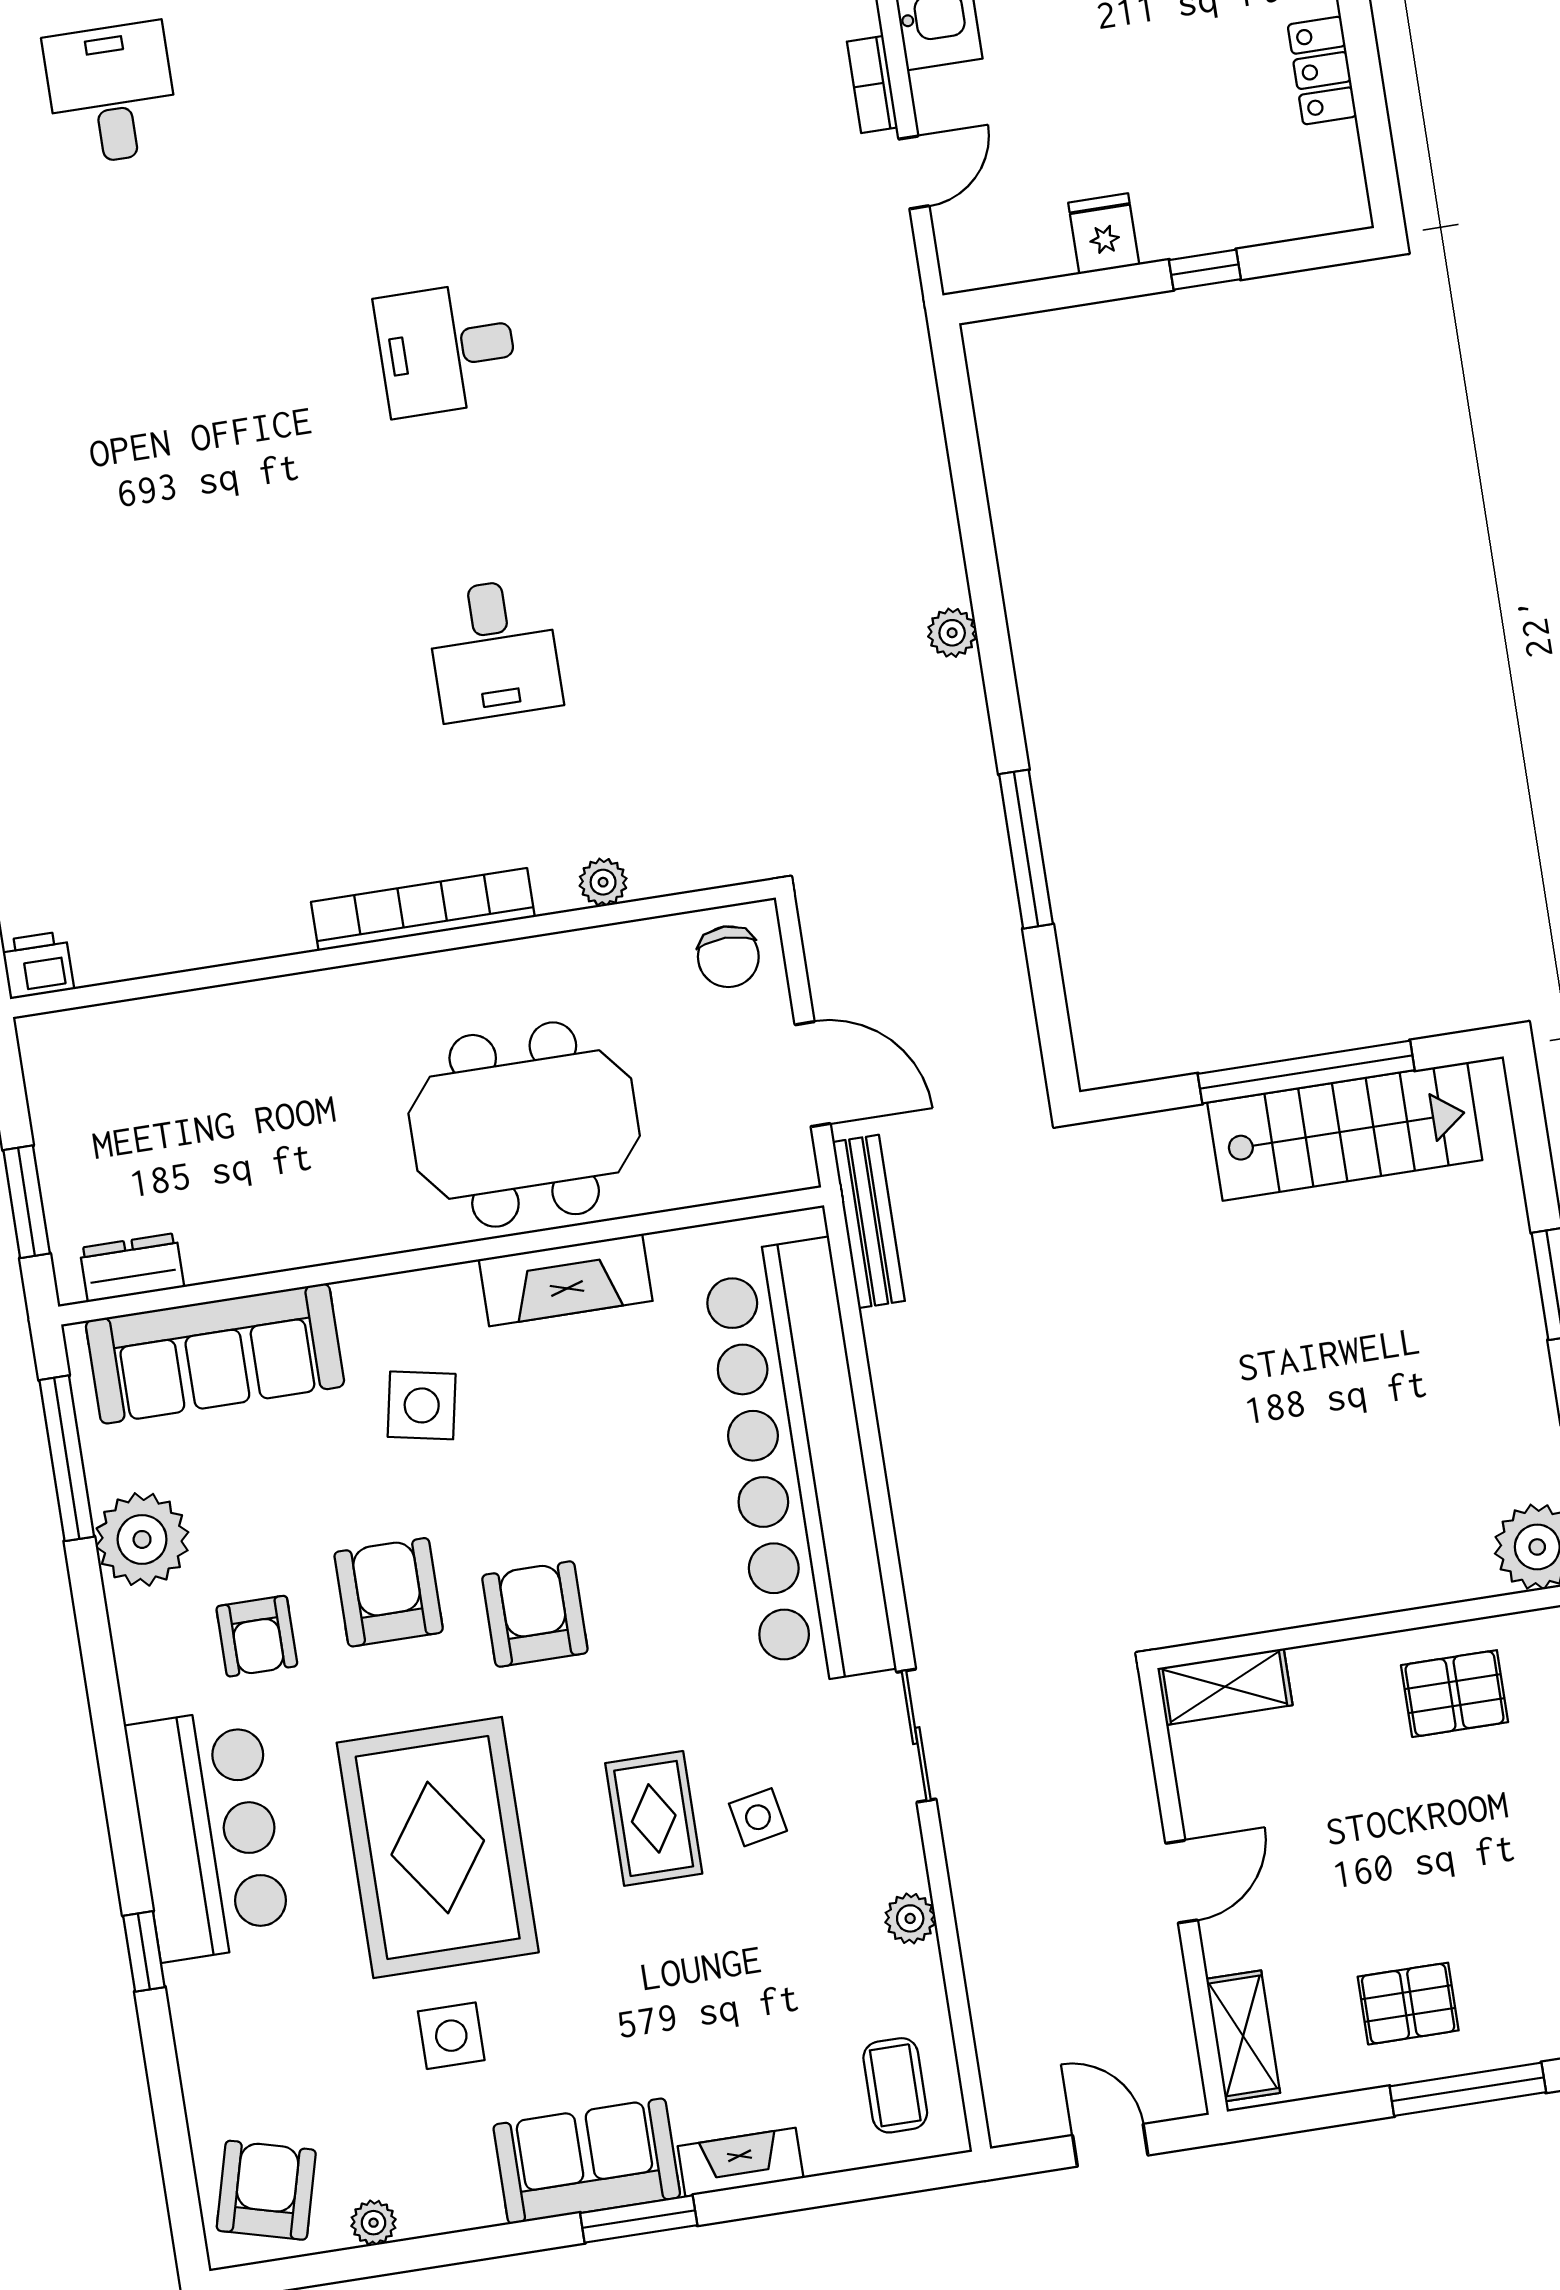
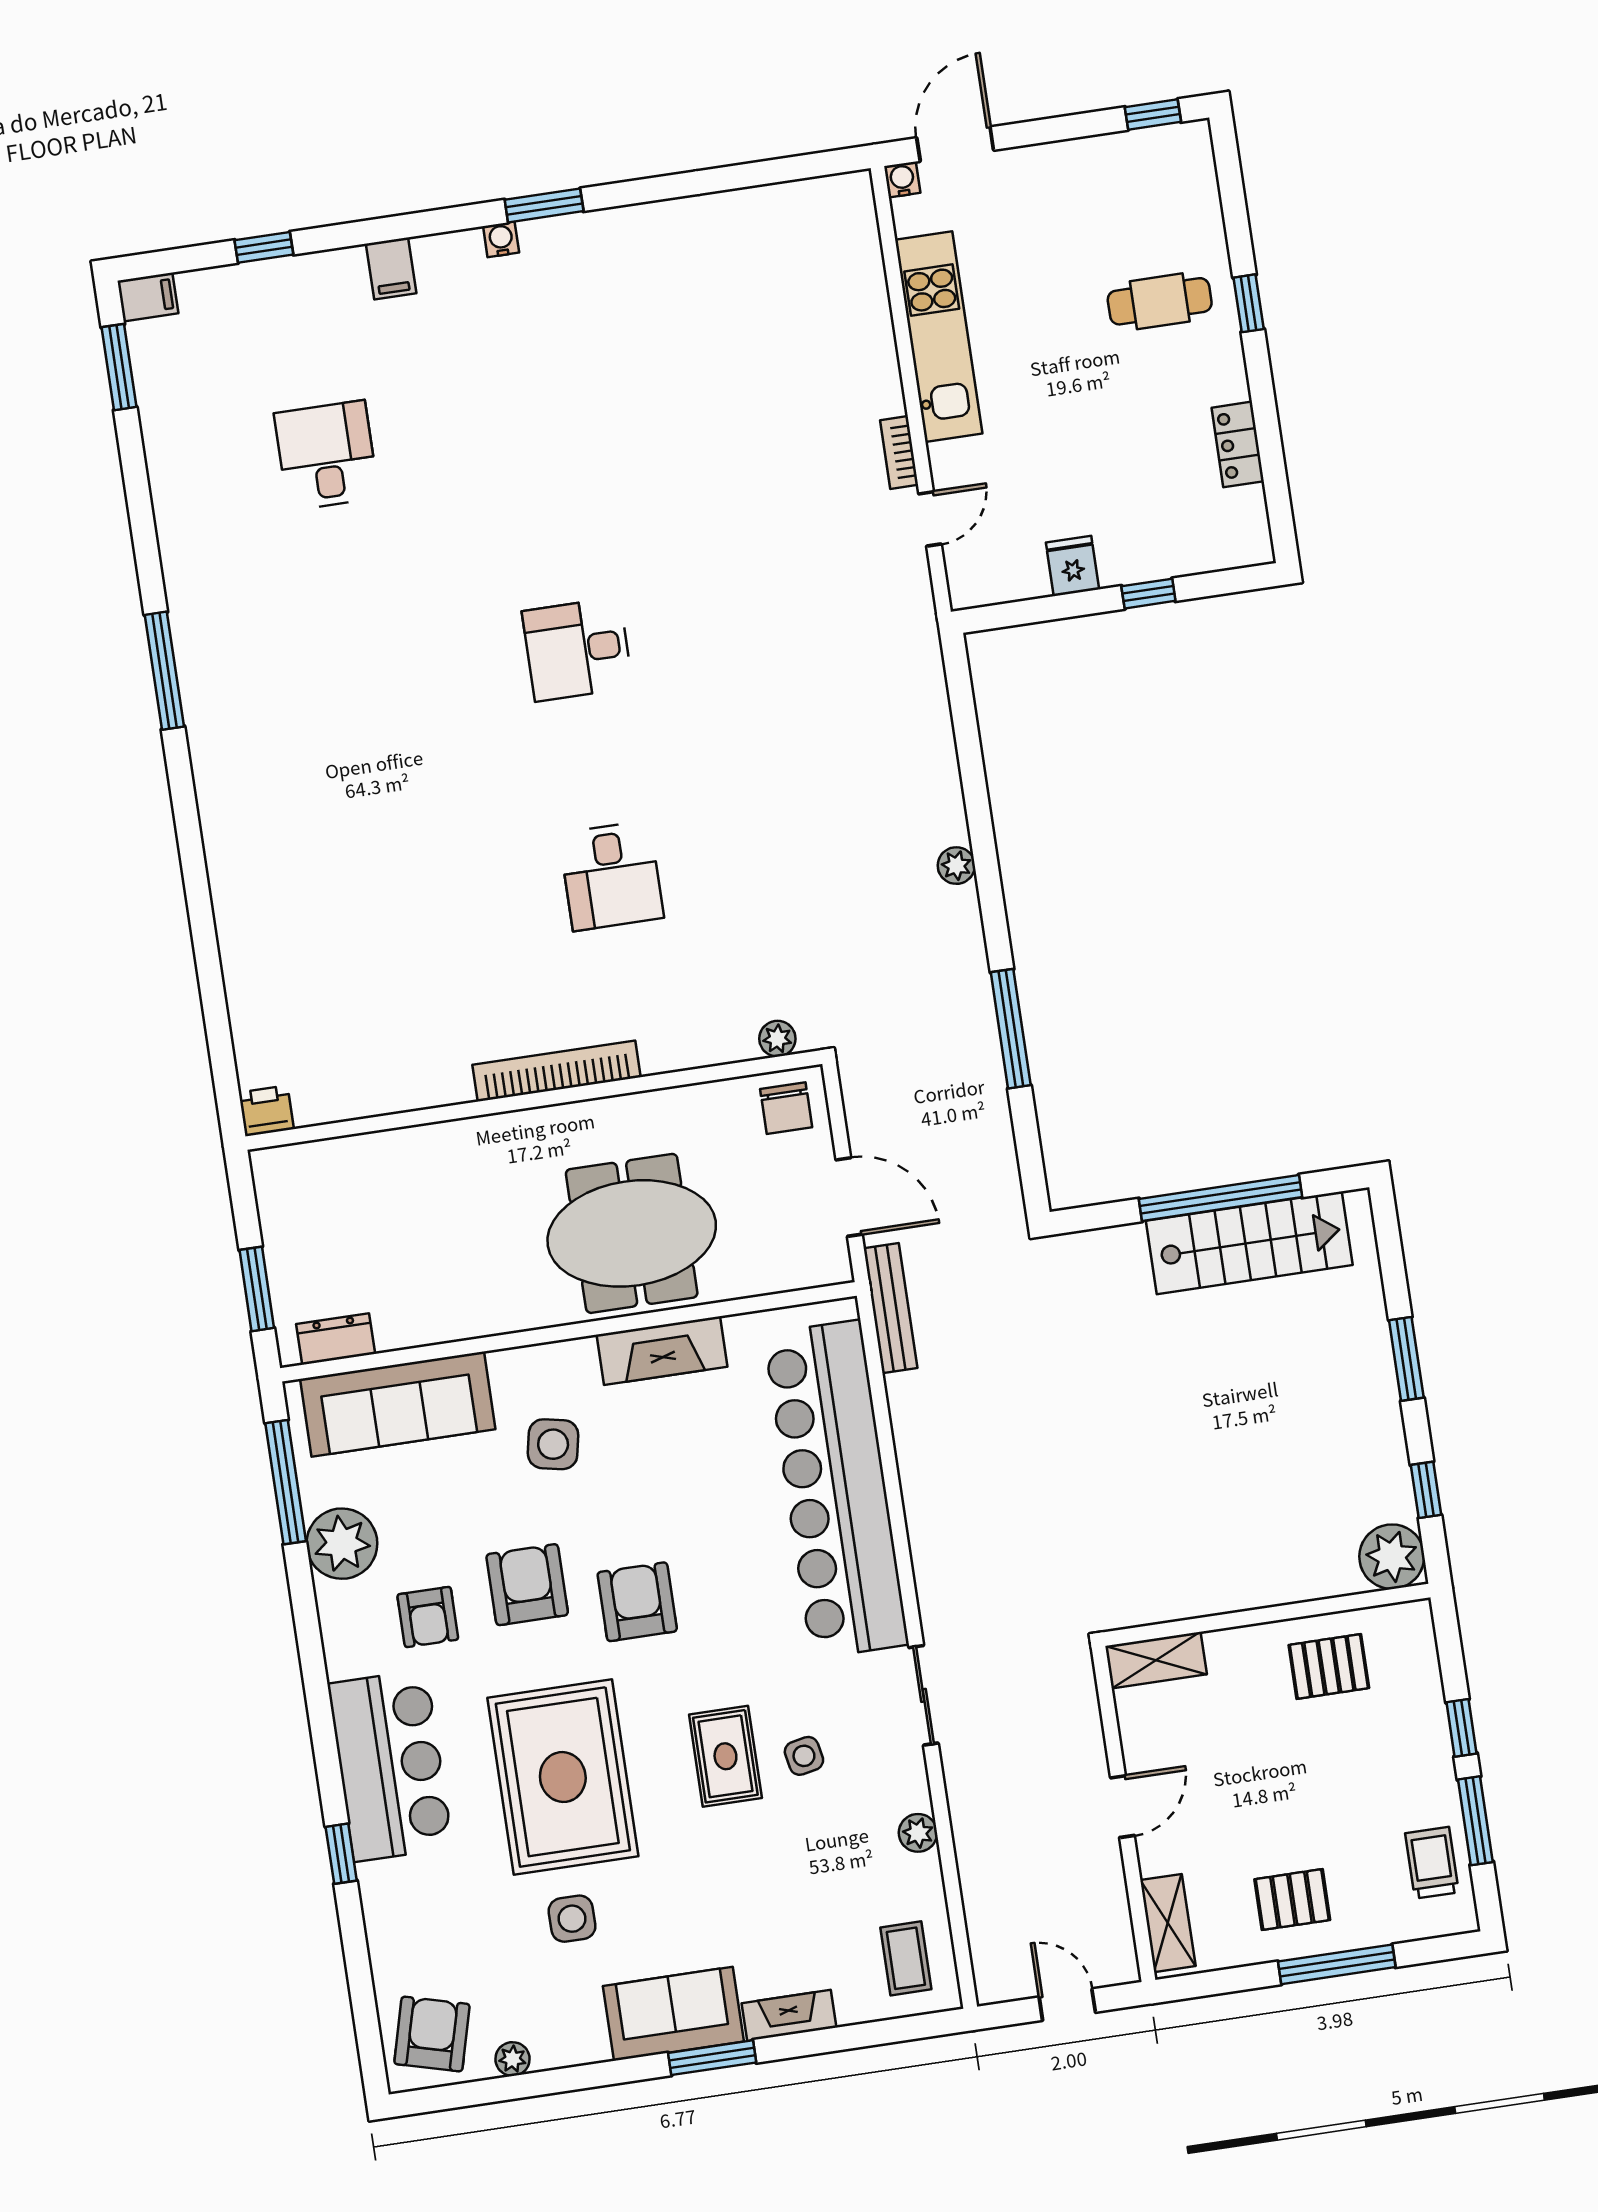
plant: (603, 882) -> (777, 1039), moved

